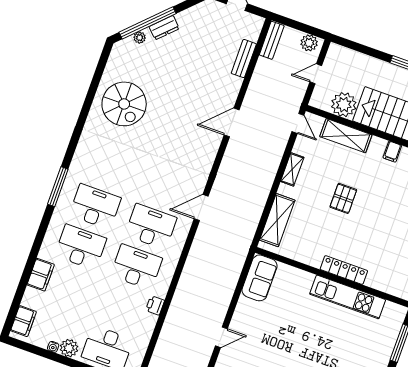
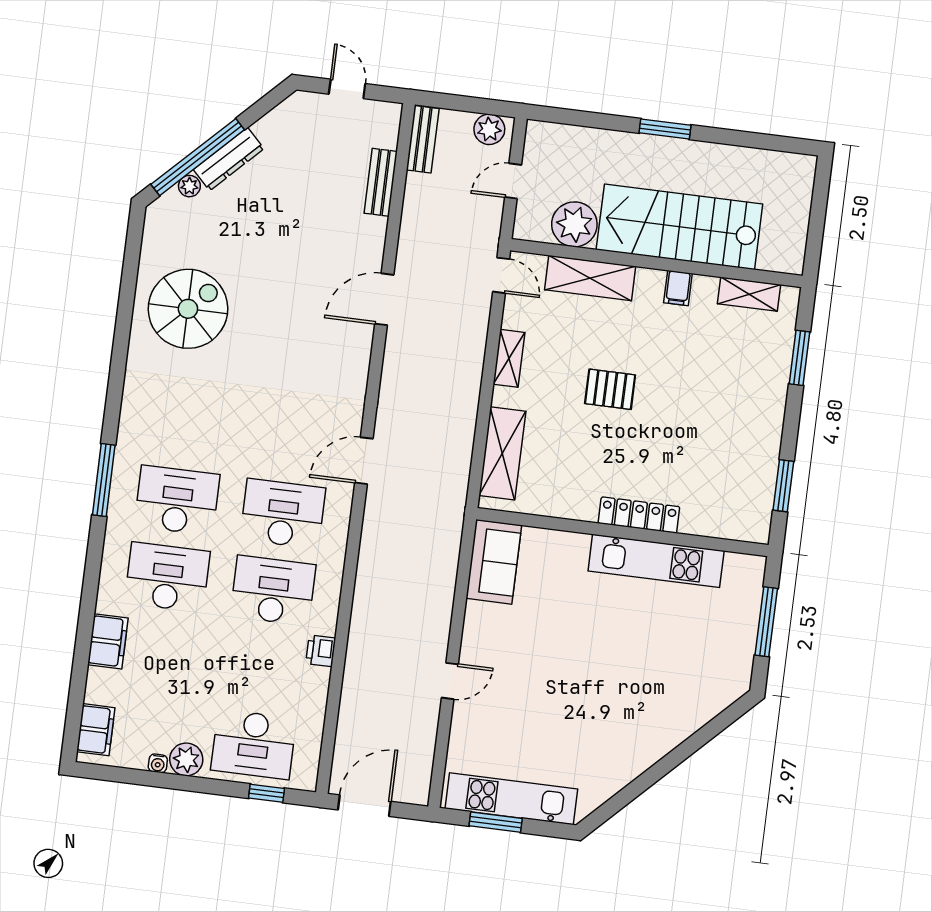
dresser: (164, 28) -> (229, 159), width x1.44
spiral stairs: (124, 104) -> (188, 309), turned -90
pallet: (343, 198) -> (610, 389), turned 90

